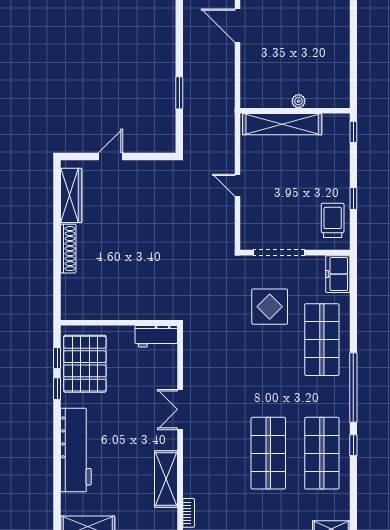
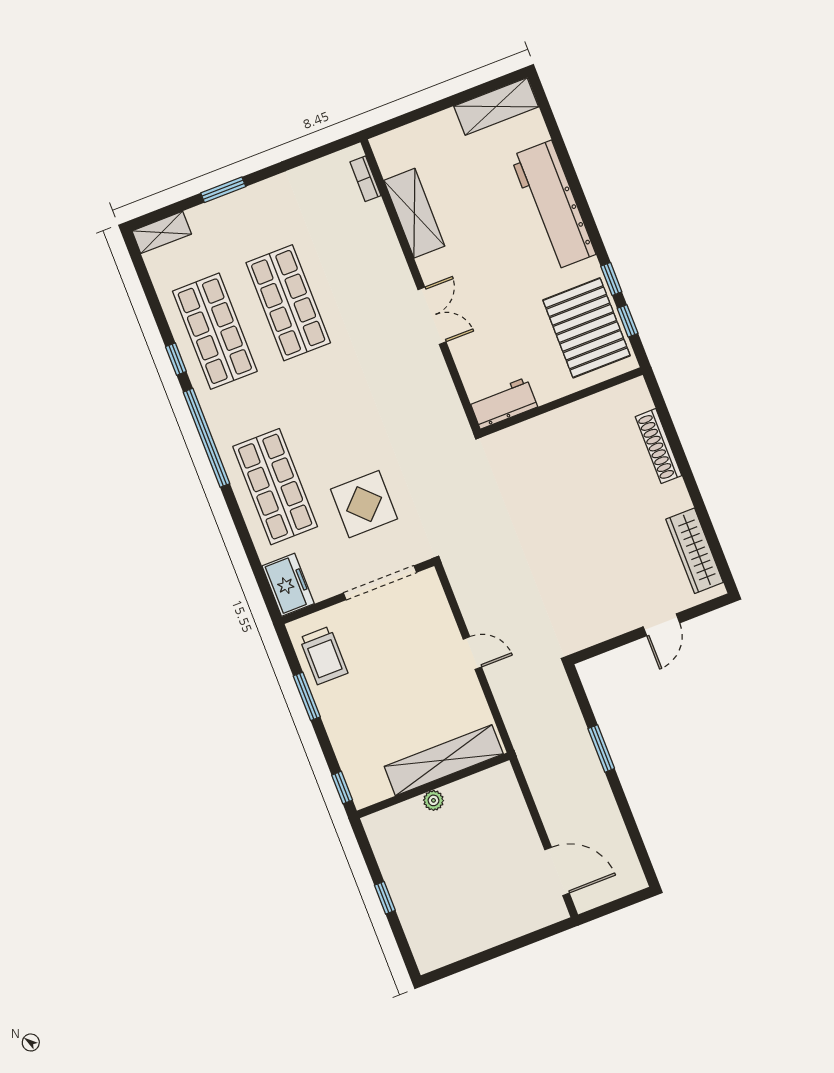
window: (353, 51) -> (385, 898), added
window: (353, 198) -> (307, 696), width x1.50
shoe rack: (68, 249) -> (659, 446), moved

